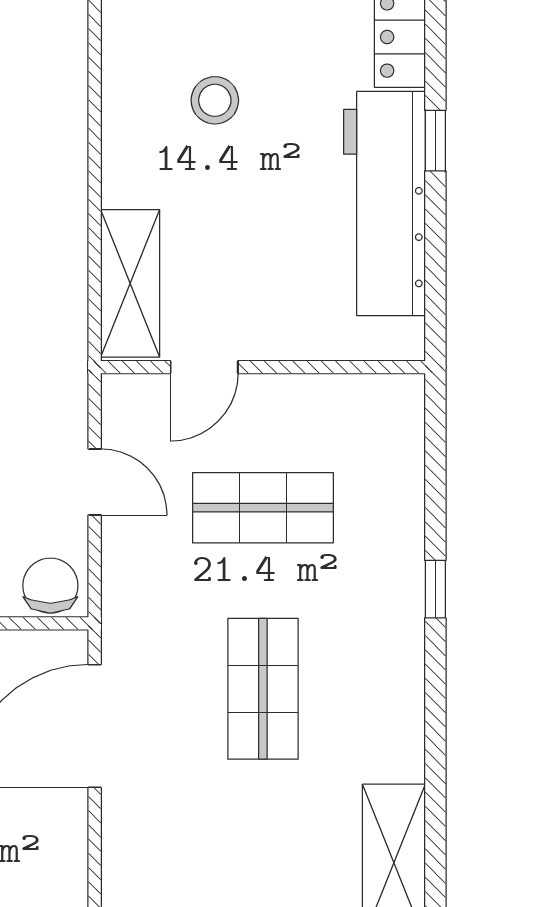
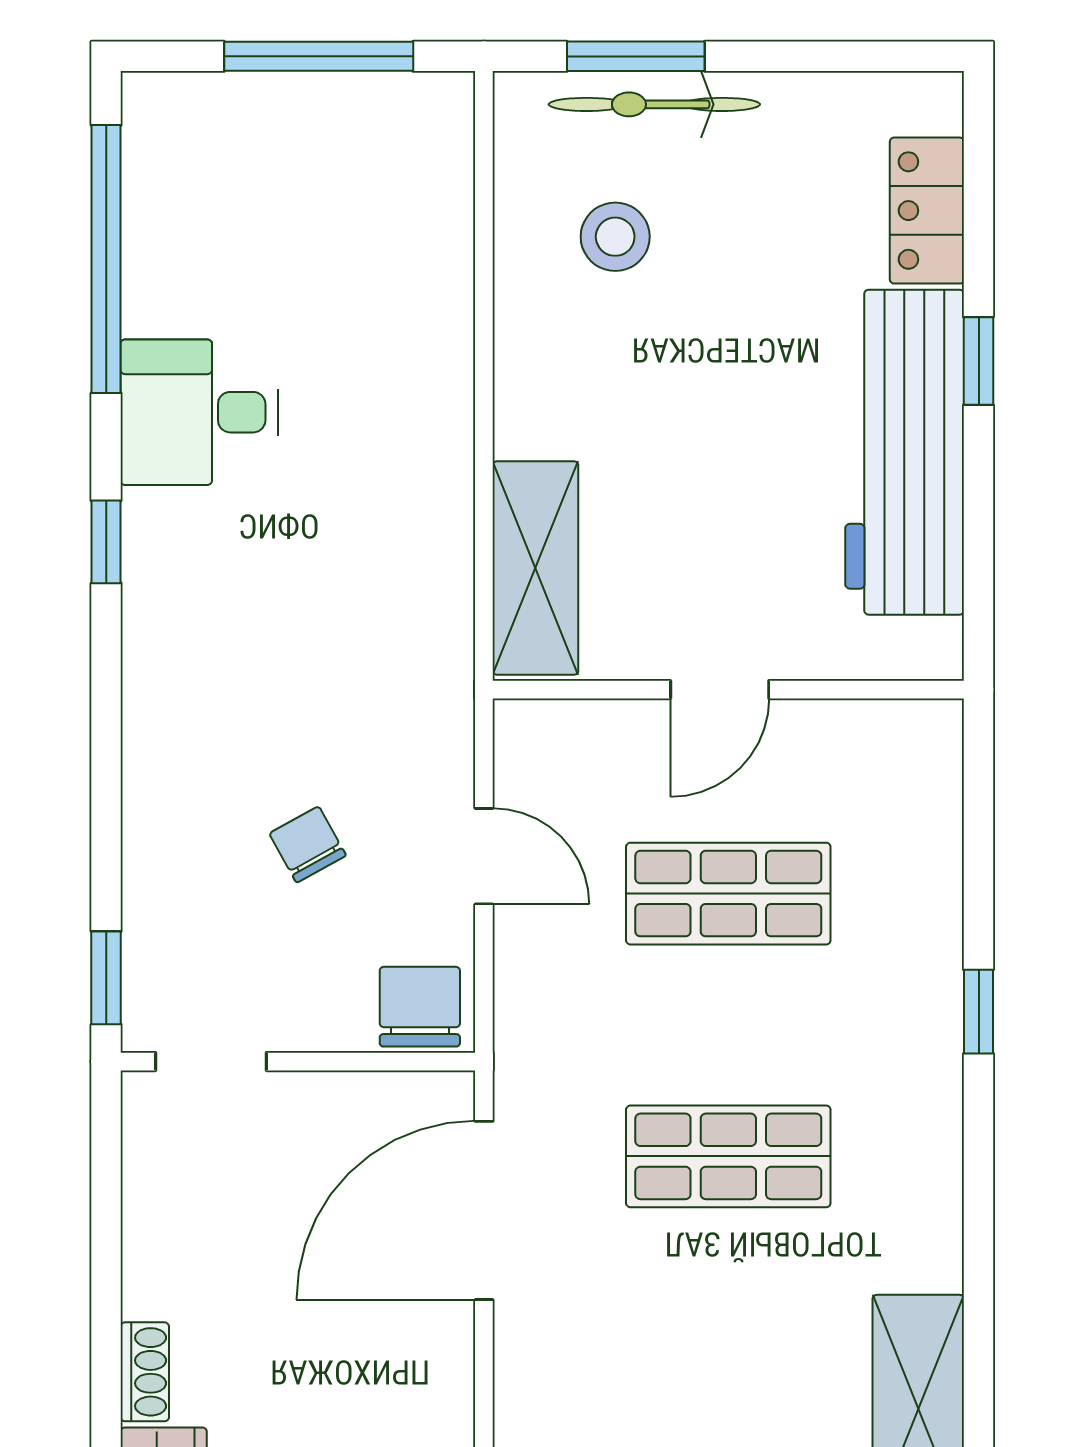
stool: (215, 100) -> (615, 237), moved
door: (204, 367) -> (720, 690), moved
shop shelf: (263, 689) -> (728, 1156), turned 90

